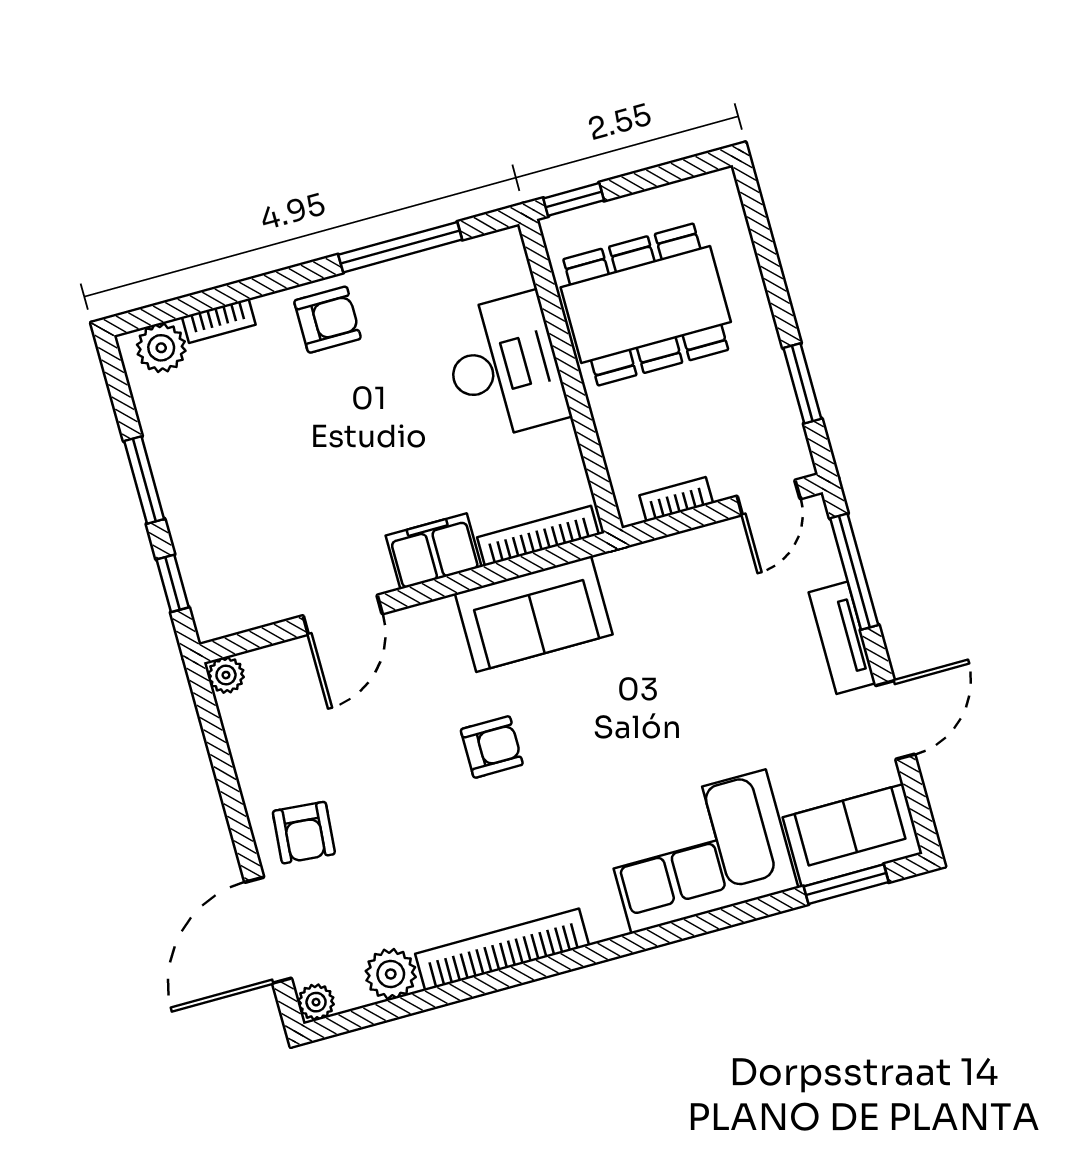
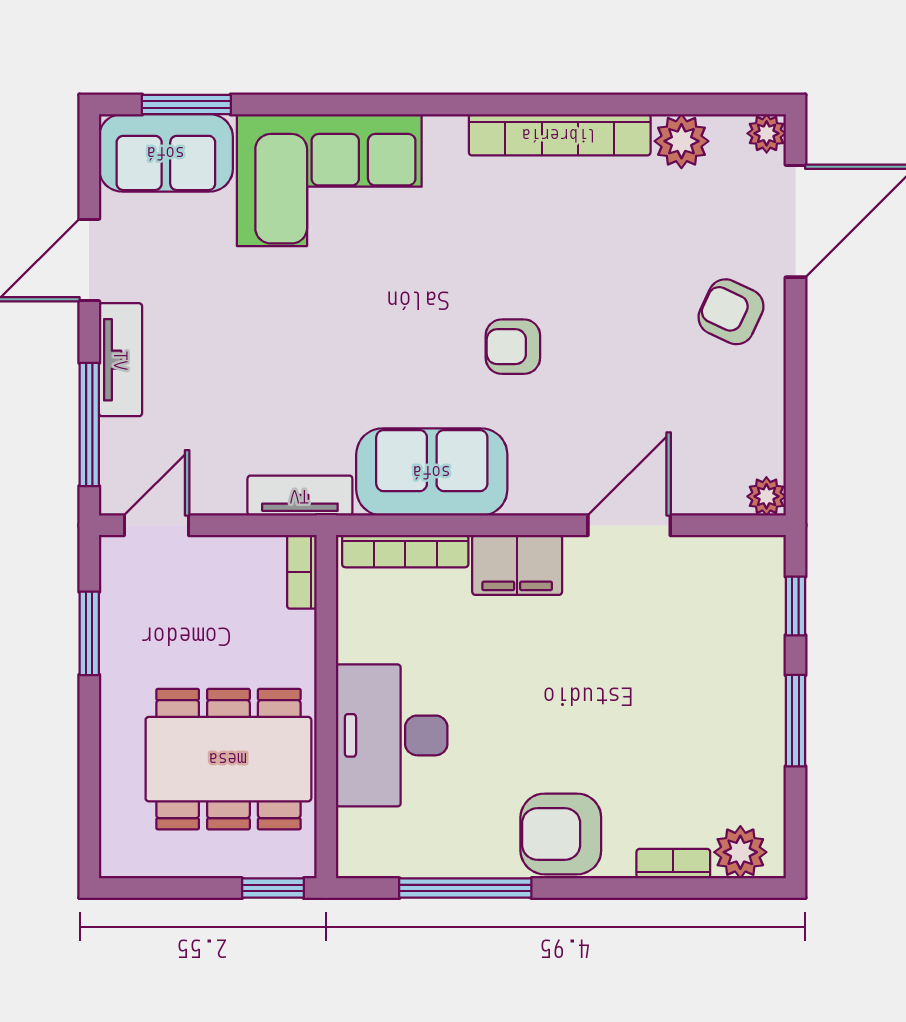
armchair: (328, 320) -> (561, 834), width x1.38, depth x1.38
bookcase: (676, 499) -> (302, 572), moved, turned 90
tv unit: (647, 560) -> (300, 496), added
armchair: (304, 833) -> (731, 312), turned -70

